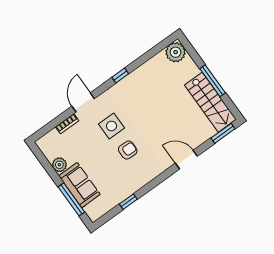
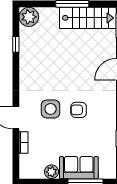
window: (120, 76) -> (16, 44), moved
armchair: (128, 150) -> (79, 110), turned -91

